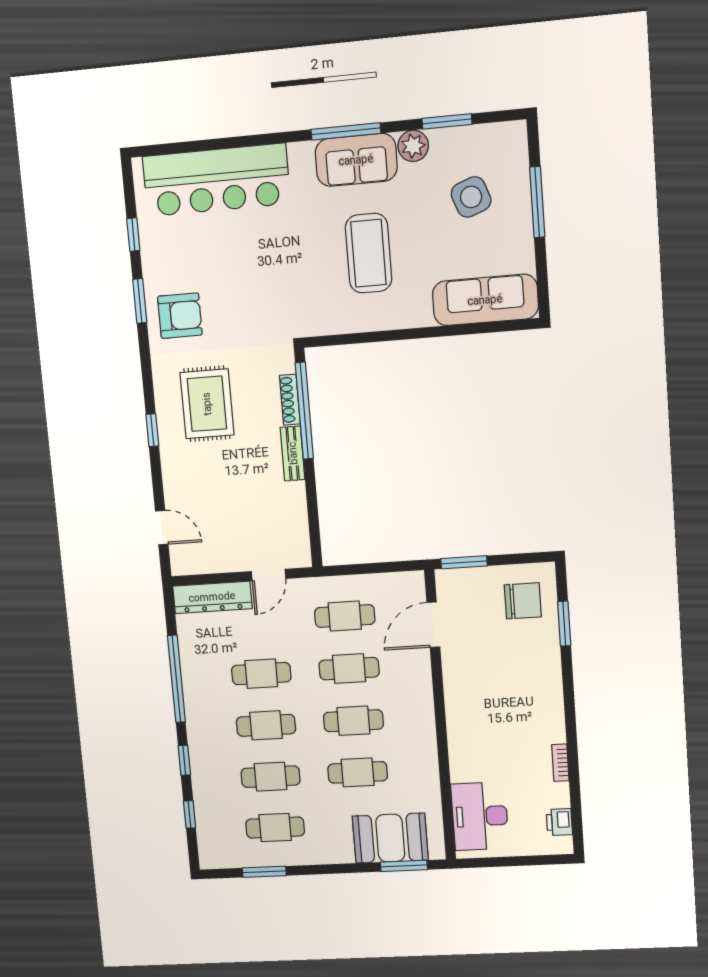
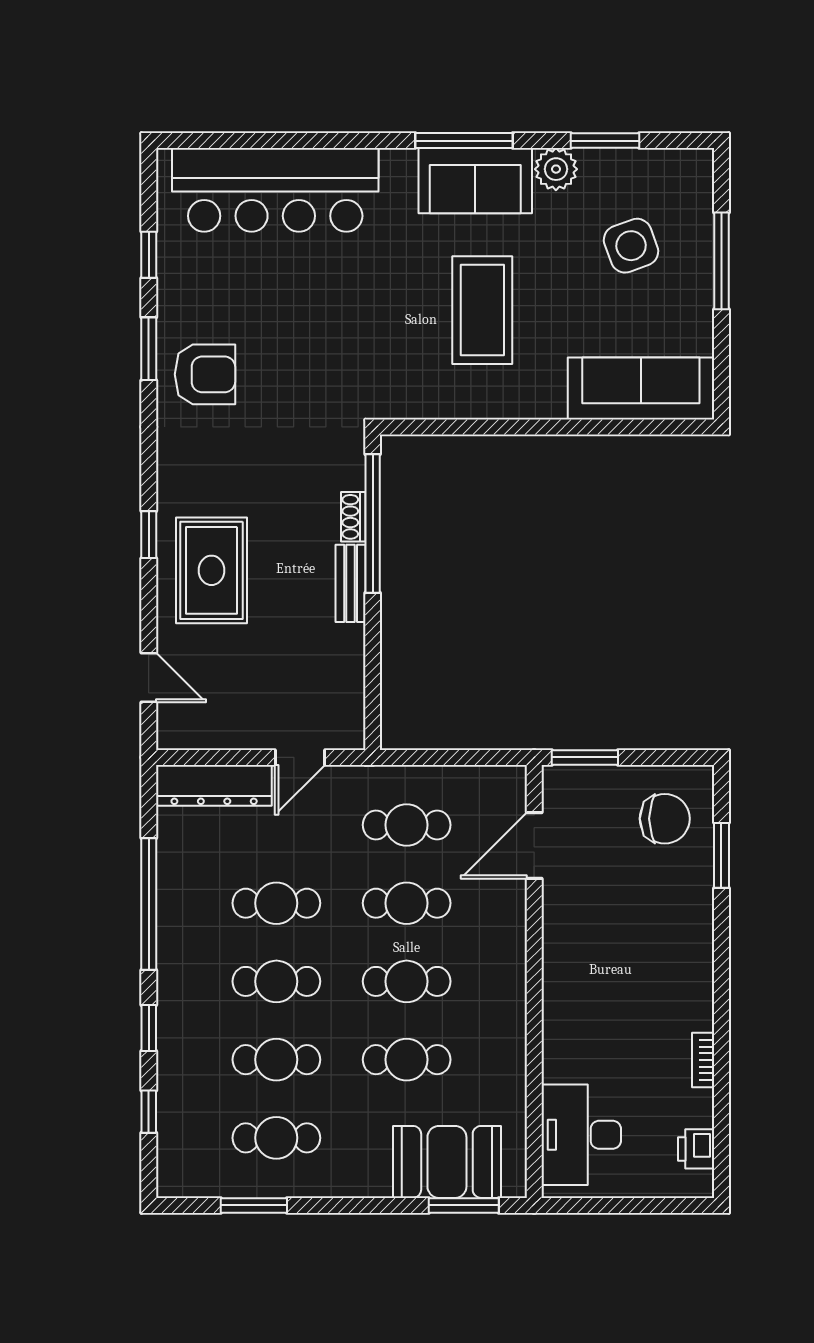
shoe rack: (290, 400) -> (353, 517), width x0.70
rug: (207, 404) -> (211, 570), moved

